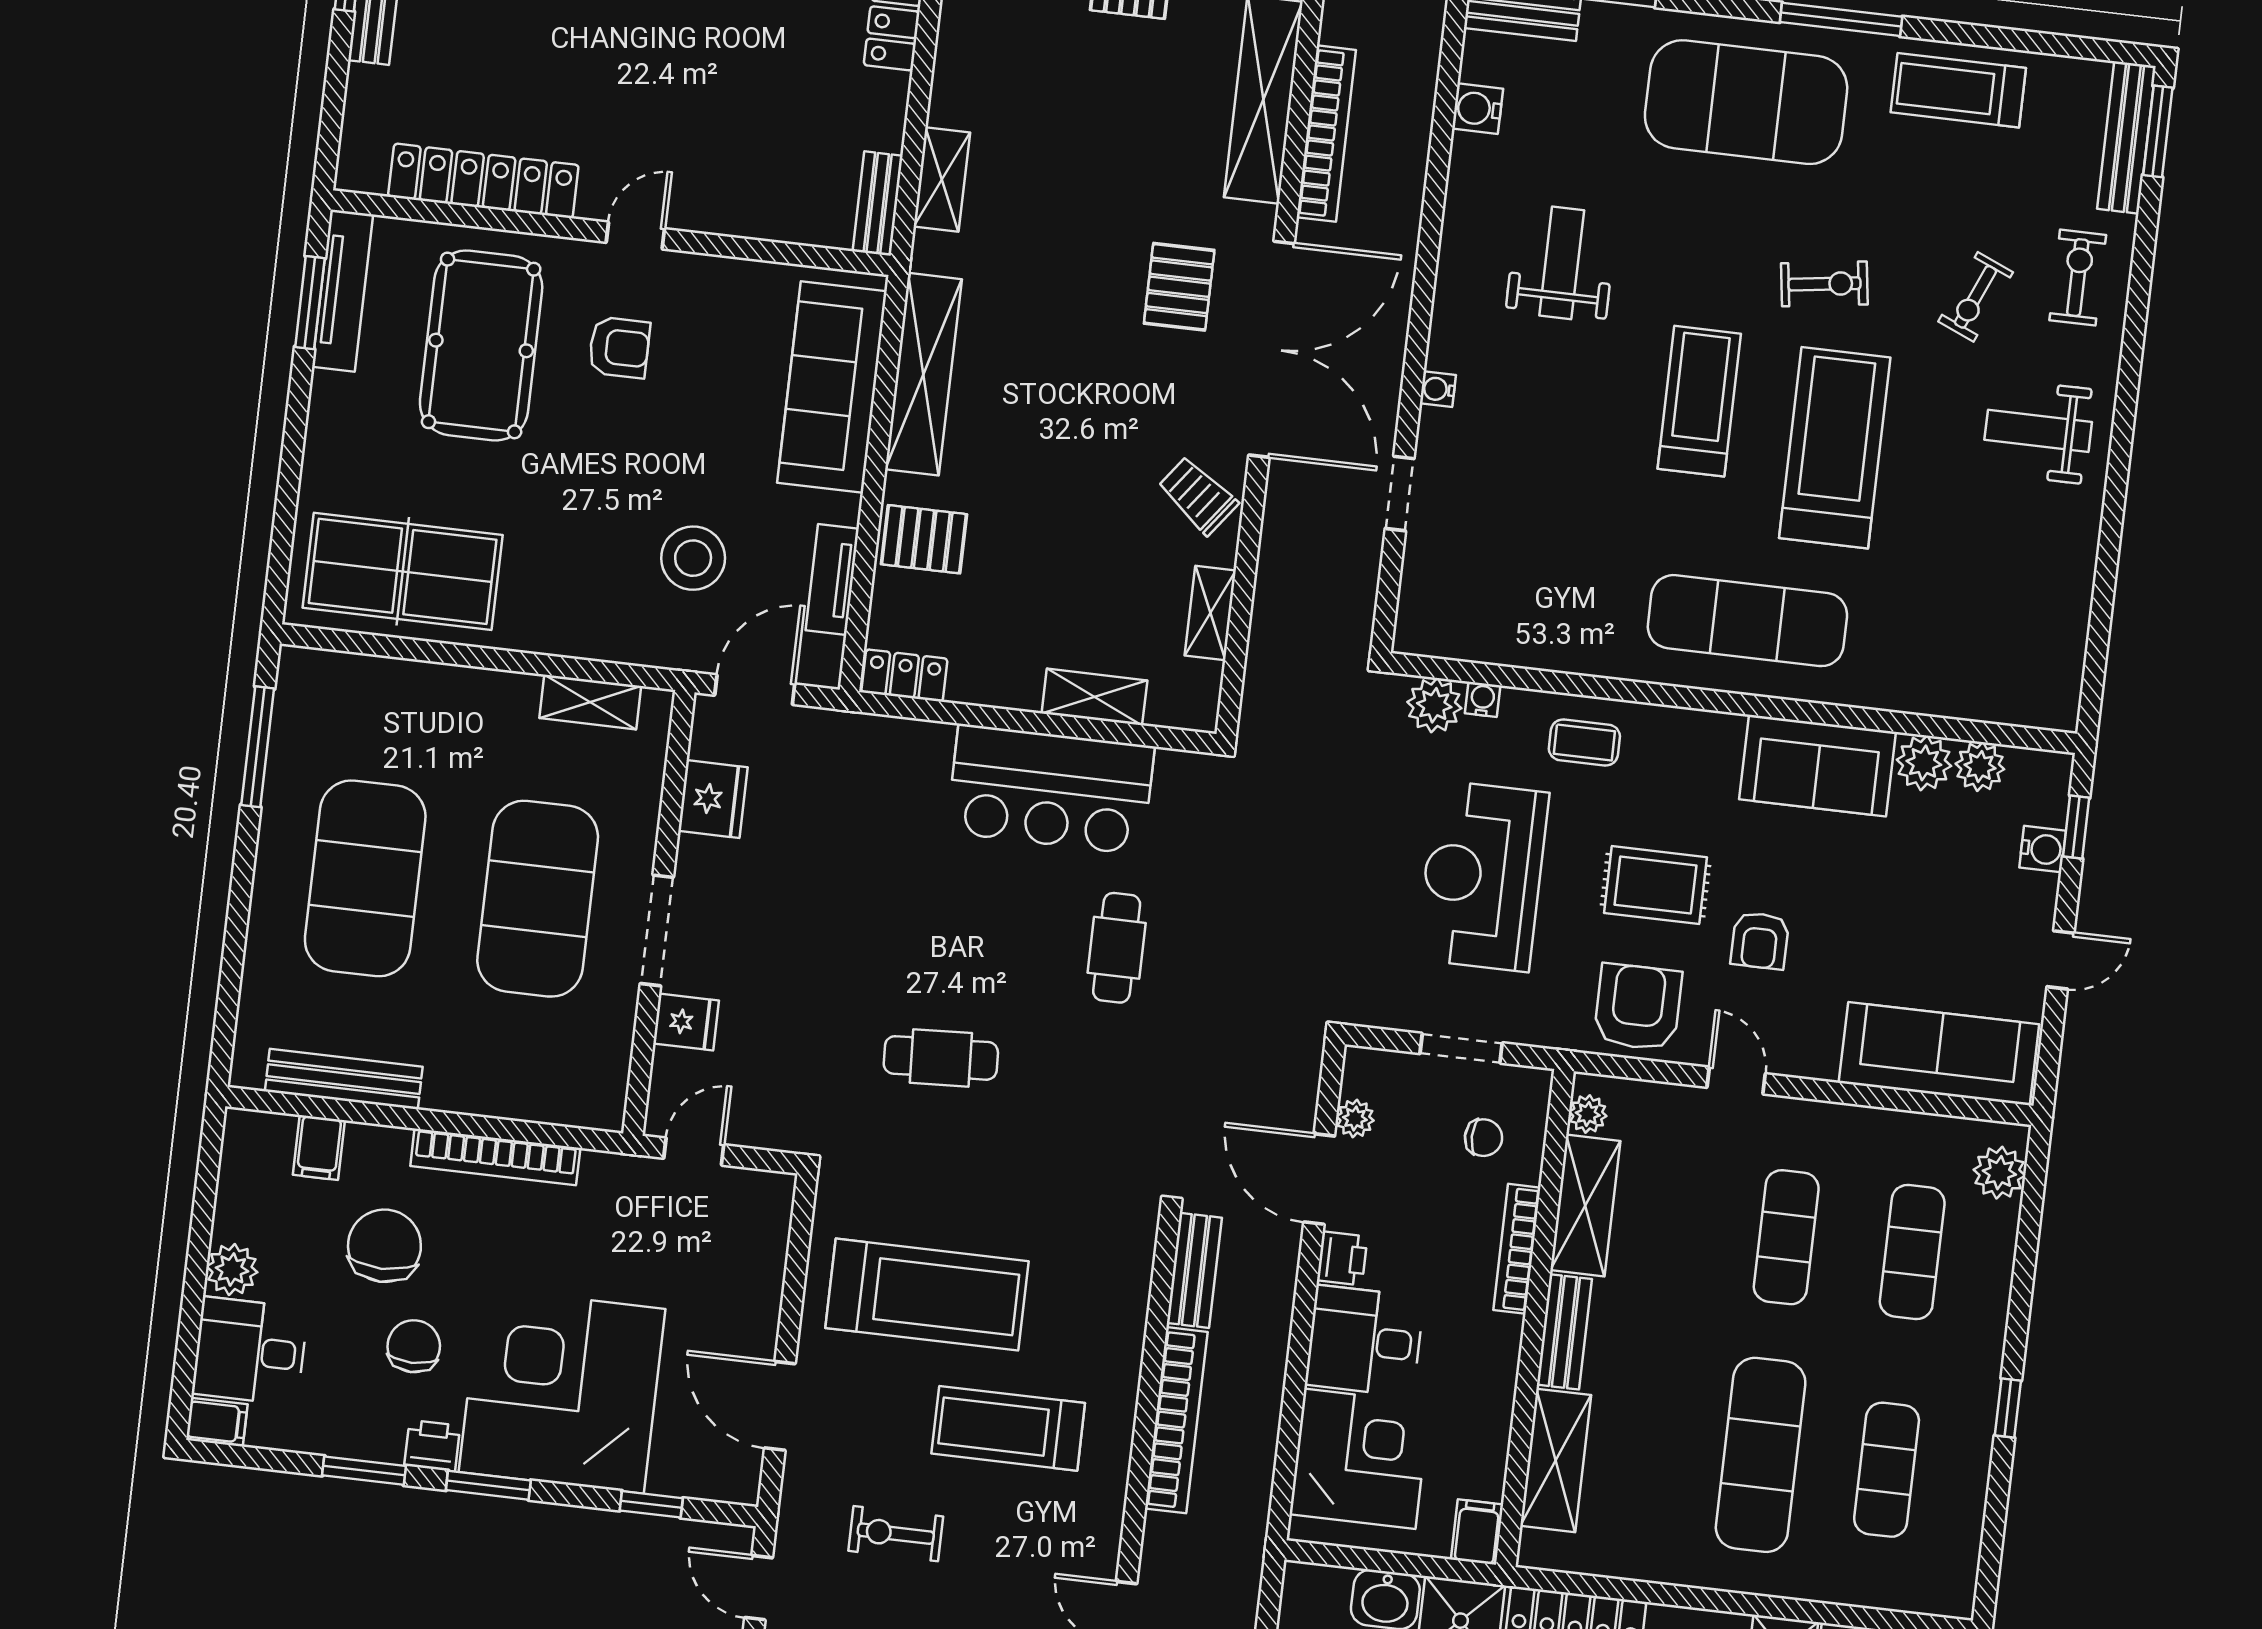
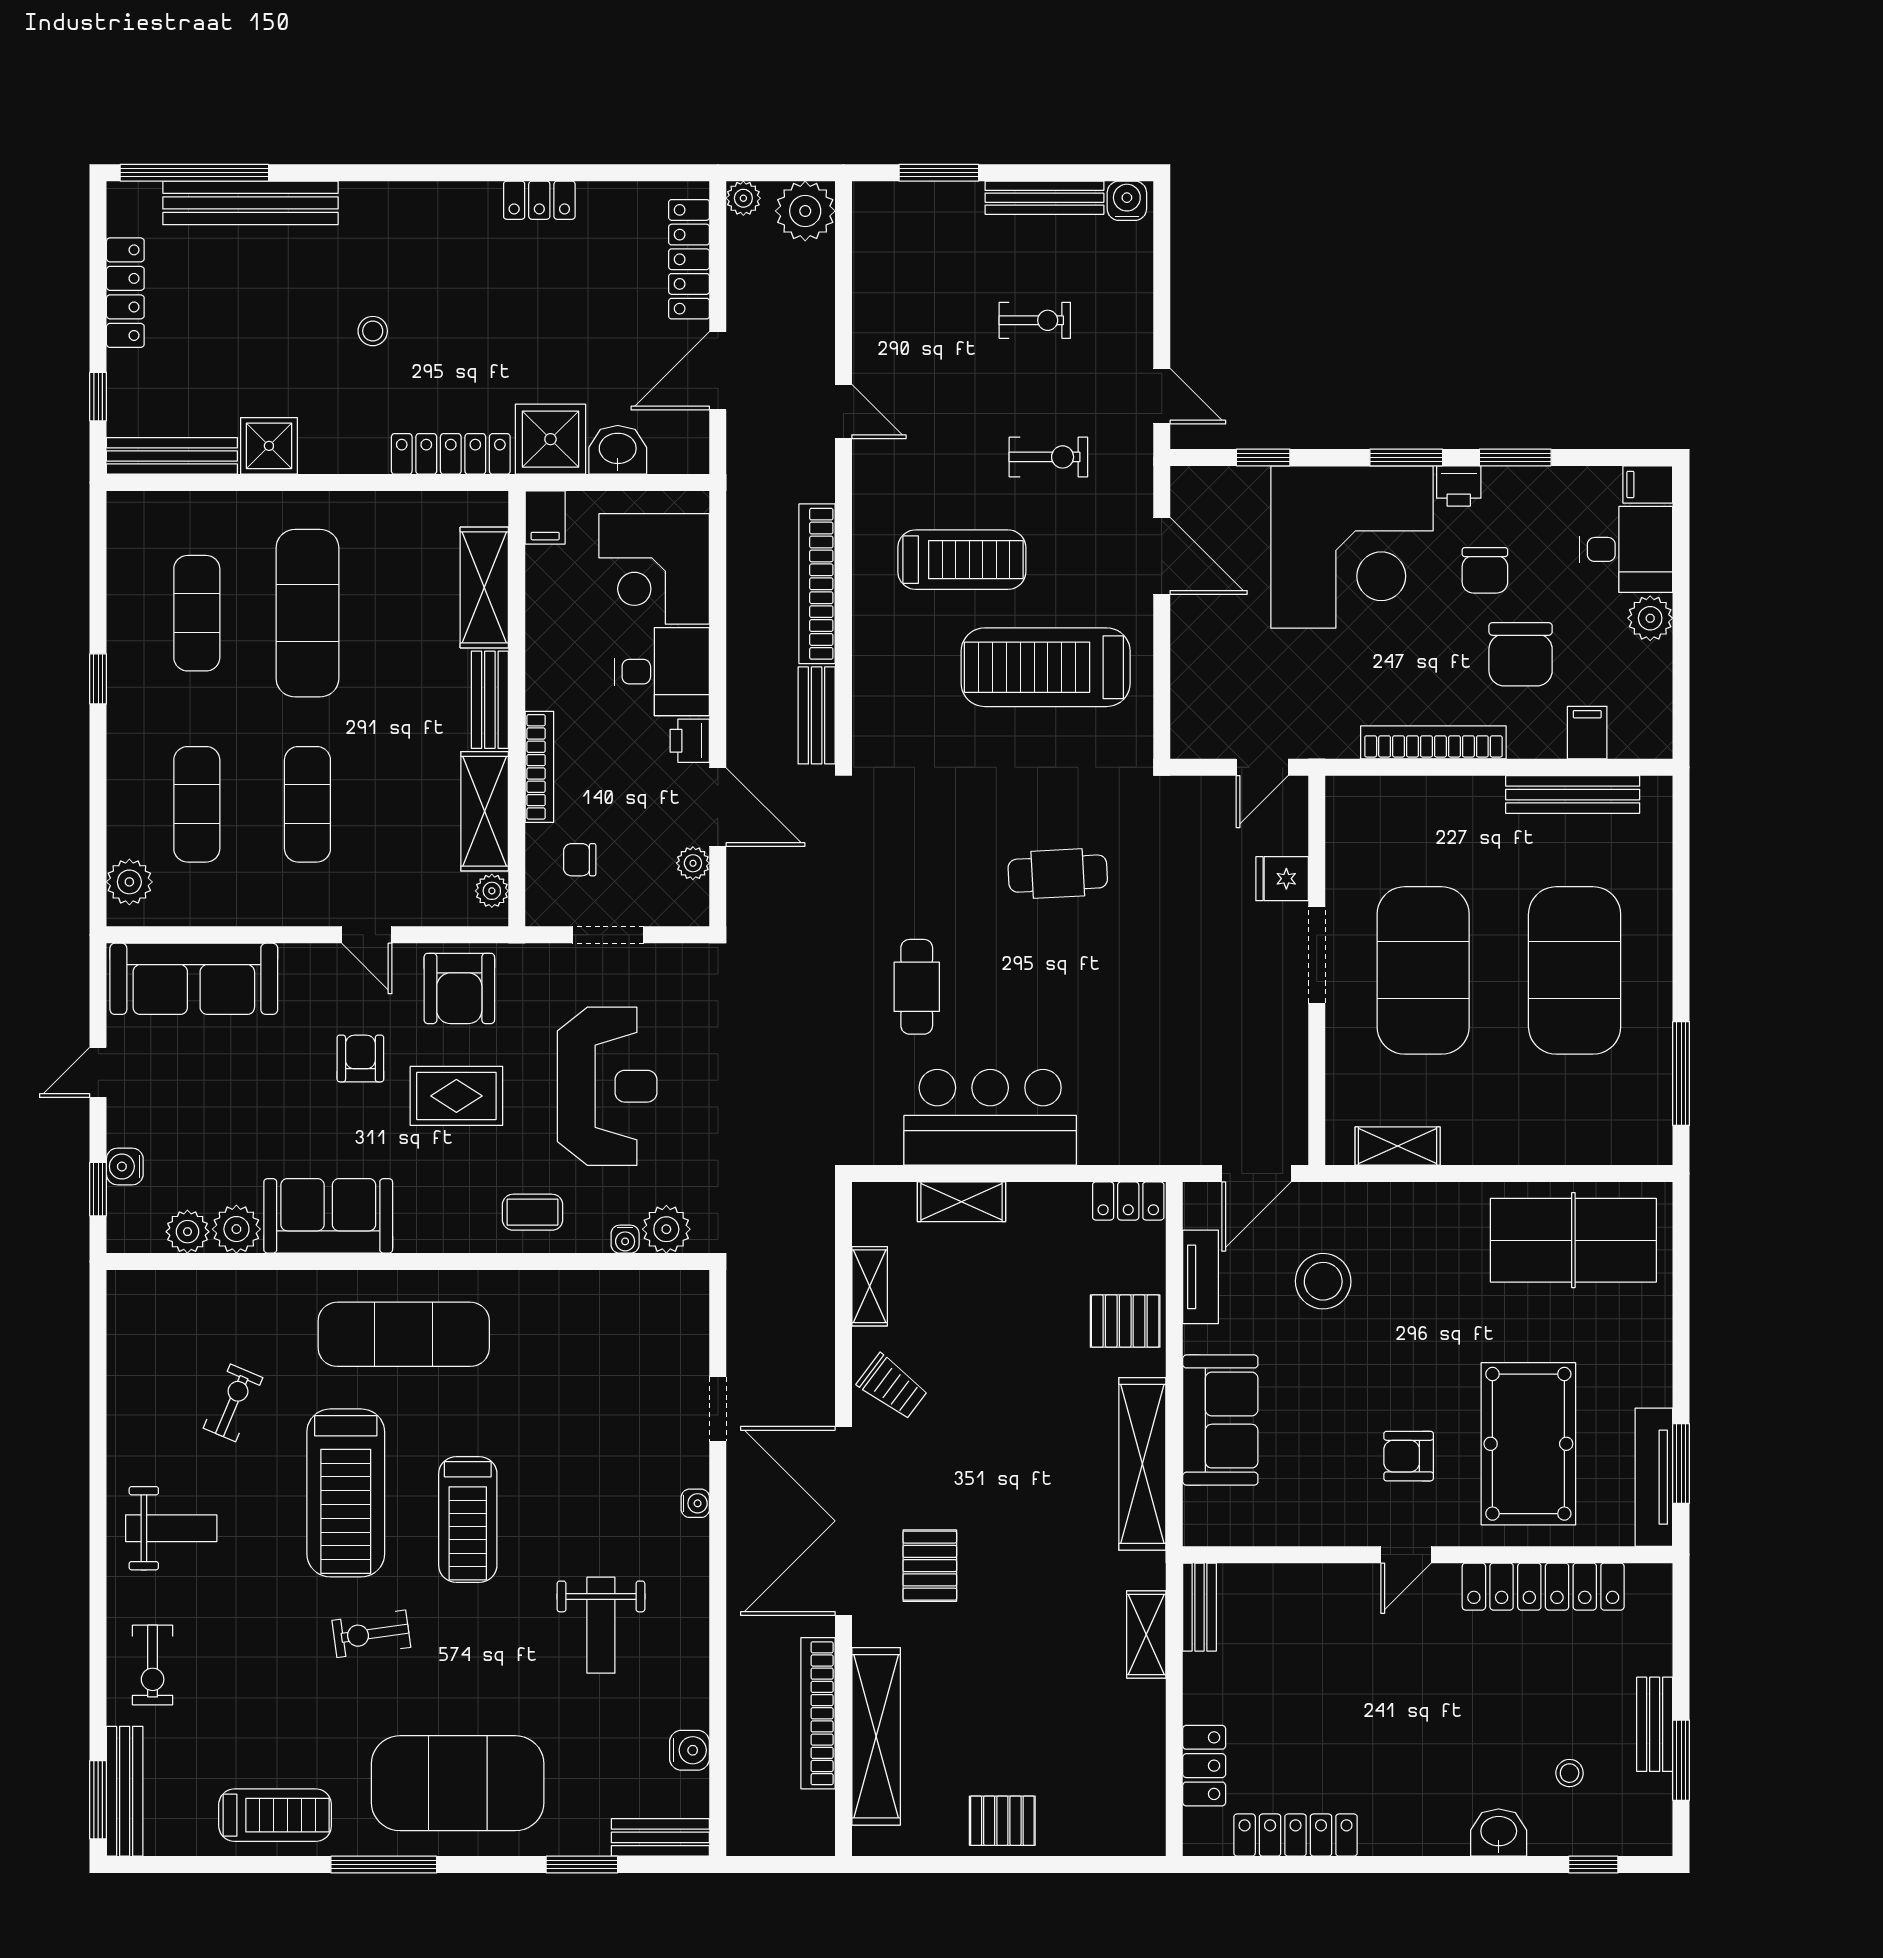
exercise bike: (1976, 297) -> (233, 1403), moved
sofa: (832, 387) -> (1220, 1420), width x0.73
fridge: (713, 799) -> (1281, 1075), removed

